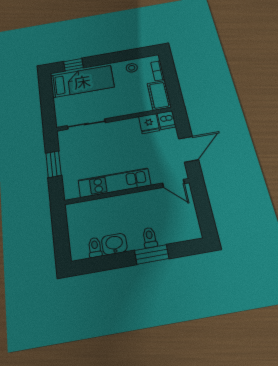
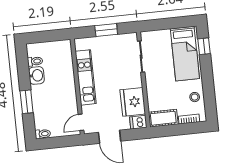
fridge: (149, 124) -> (133, 102), width x1.88, depth x1.34
toilet: (150, 238) -> (43, 134), moved

